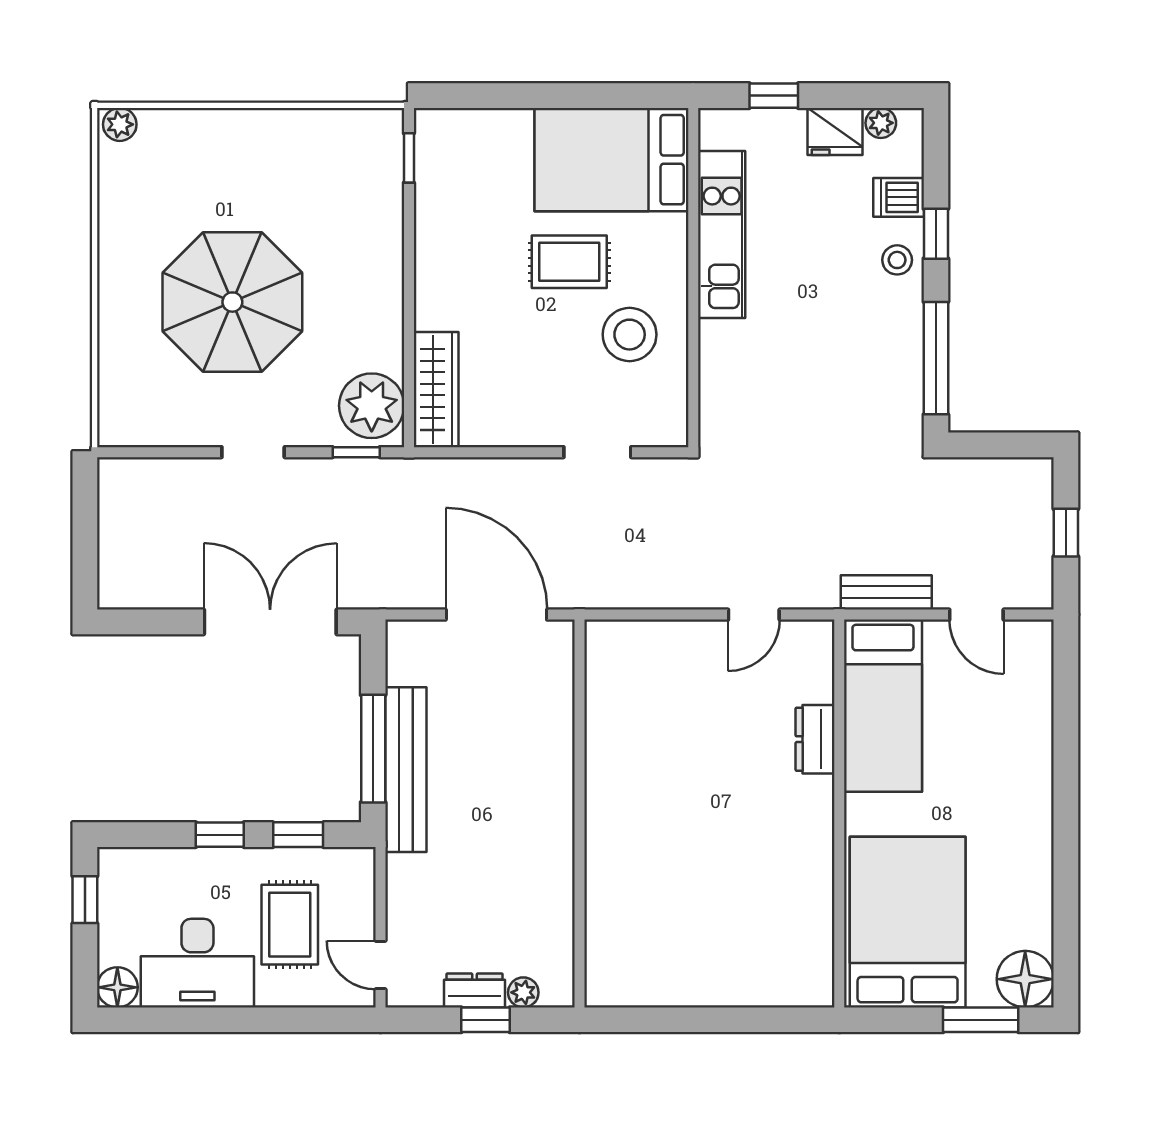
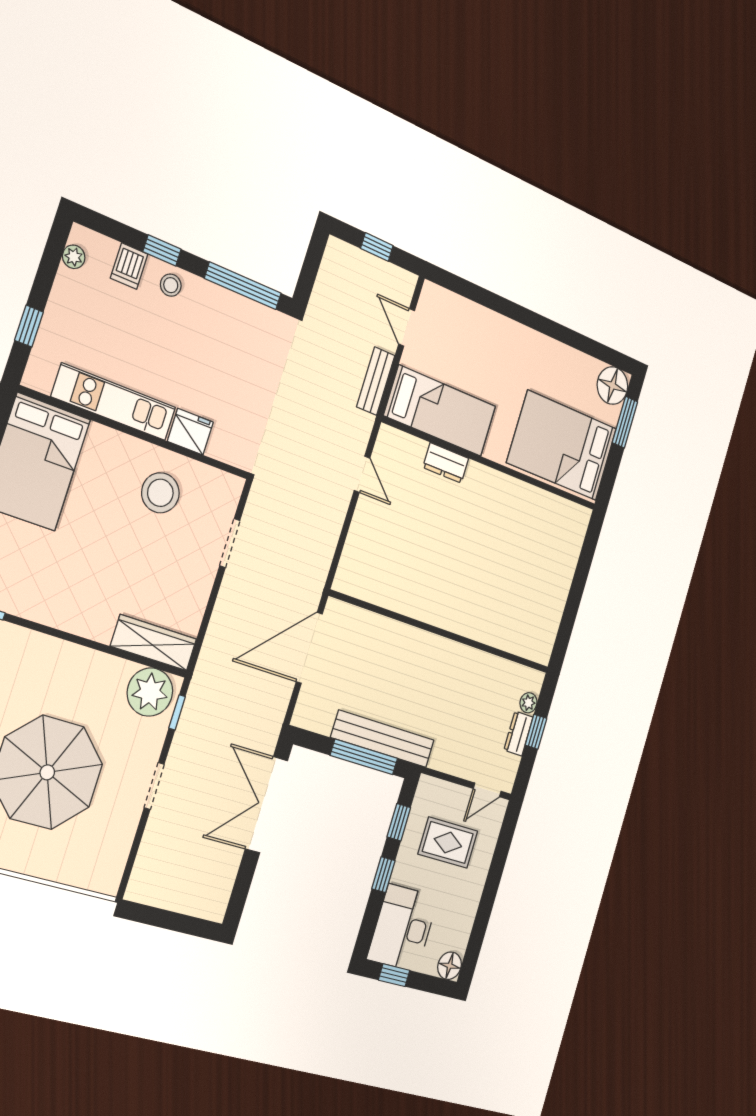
fridge: (835, 131) -> (190, 432), moved, turned -90
rug: (569, 262) -> (98, 518), removed
door: (976, 615) -> (407, 327), swing flipped
desk: (197, 963) -> (403, 928), moved, turned 180

